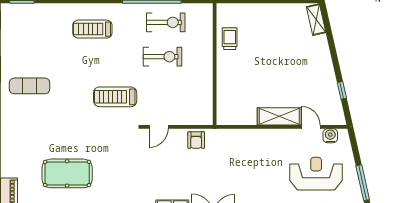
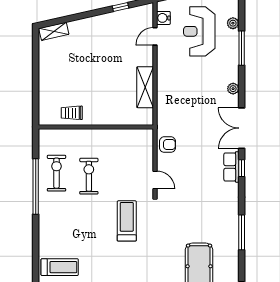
treadmill: (92, 29) -> (60, 267), moved, turned -90
treadmill: (115, 97) -> (127, 221), turned 180
shelving: (279, 116) -> (145, 87), moved

